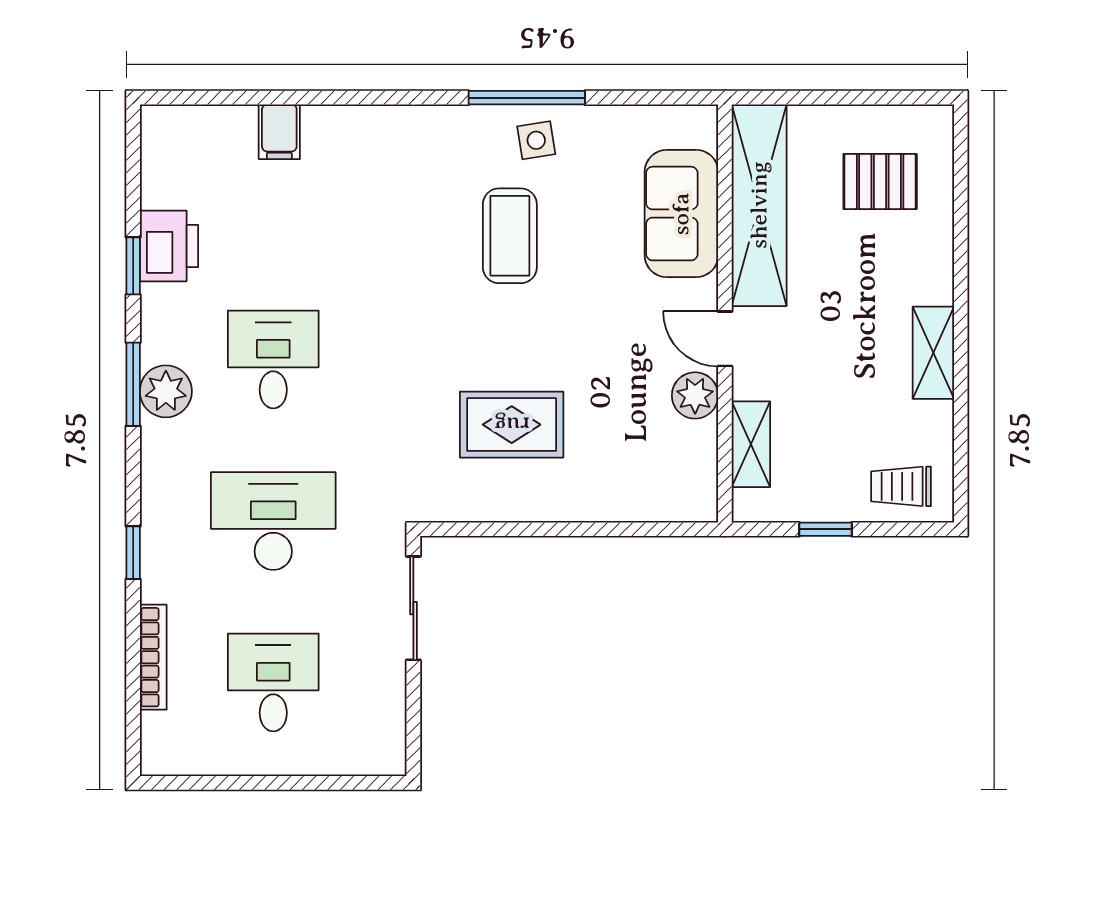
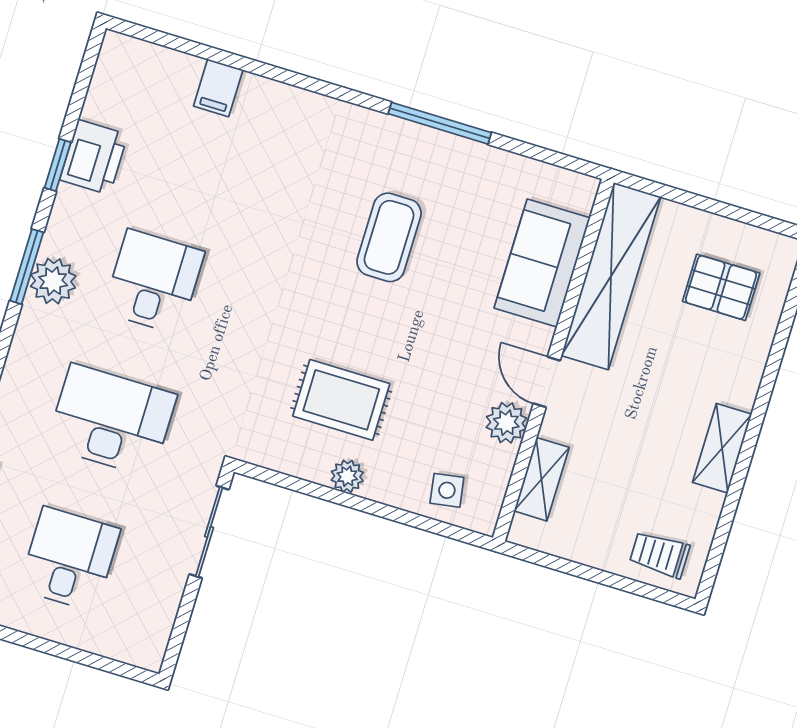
side table: (536, 140) -> (447, 490), moved
plant: (543, 504) -> (347, 476), added
window: (826, 529) -> (584, 572), removed

